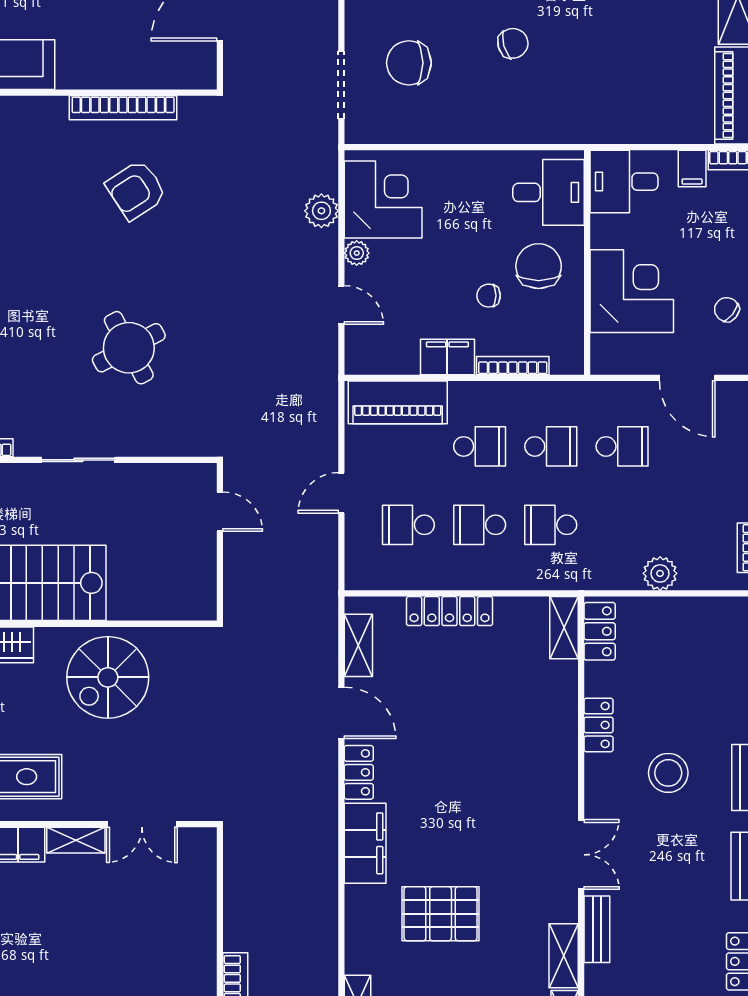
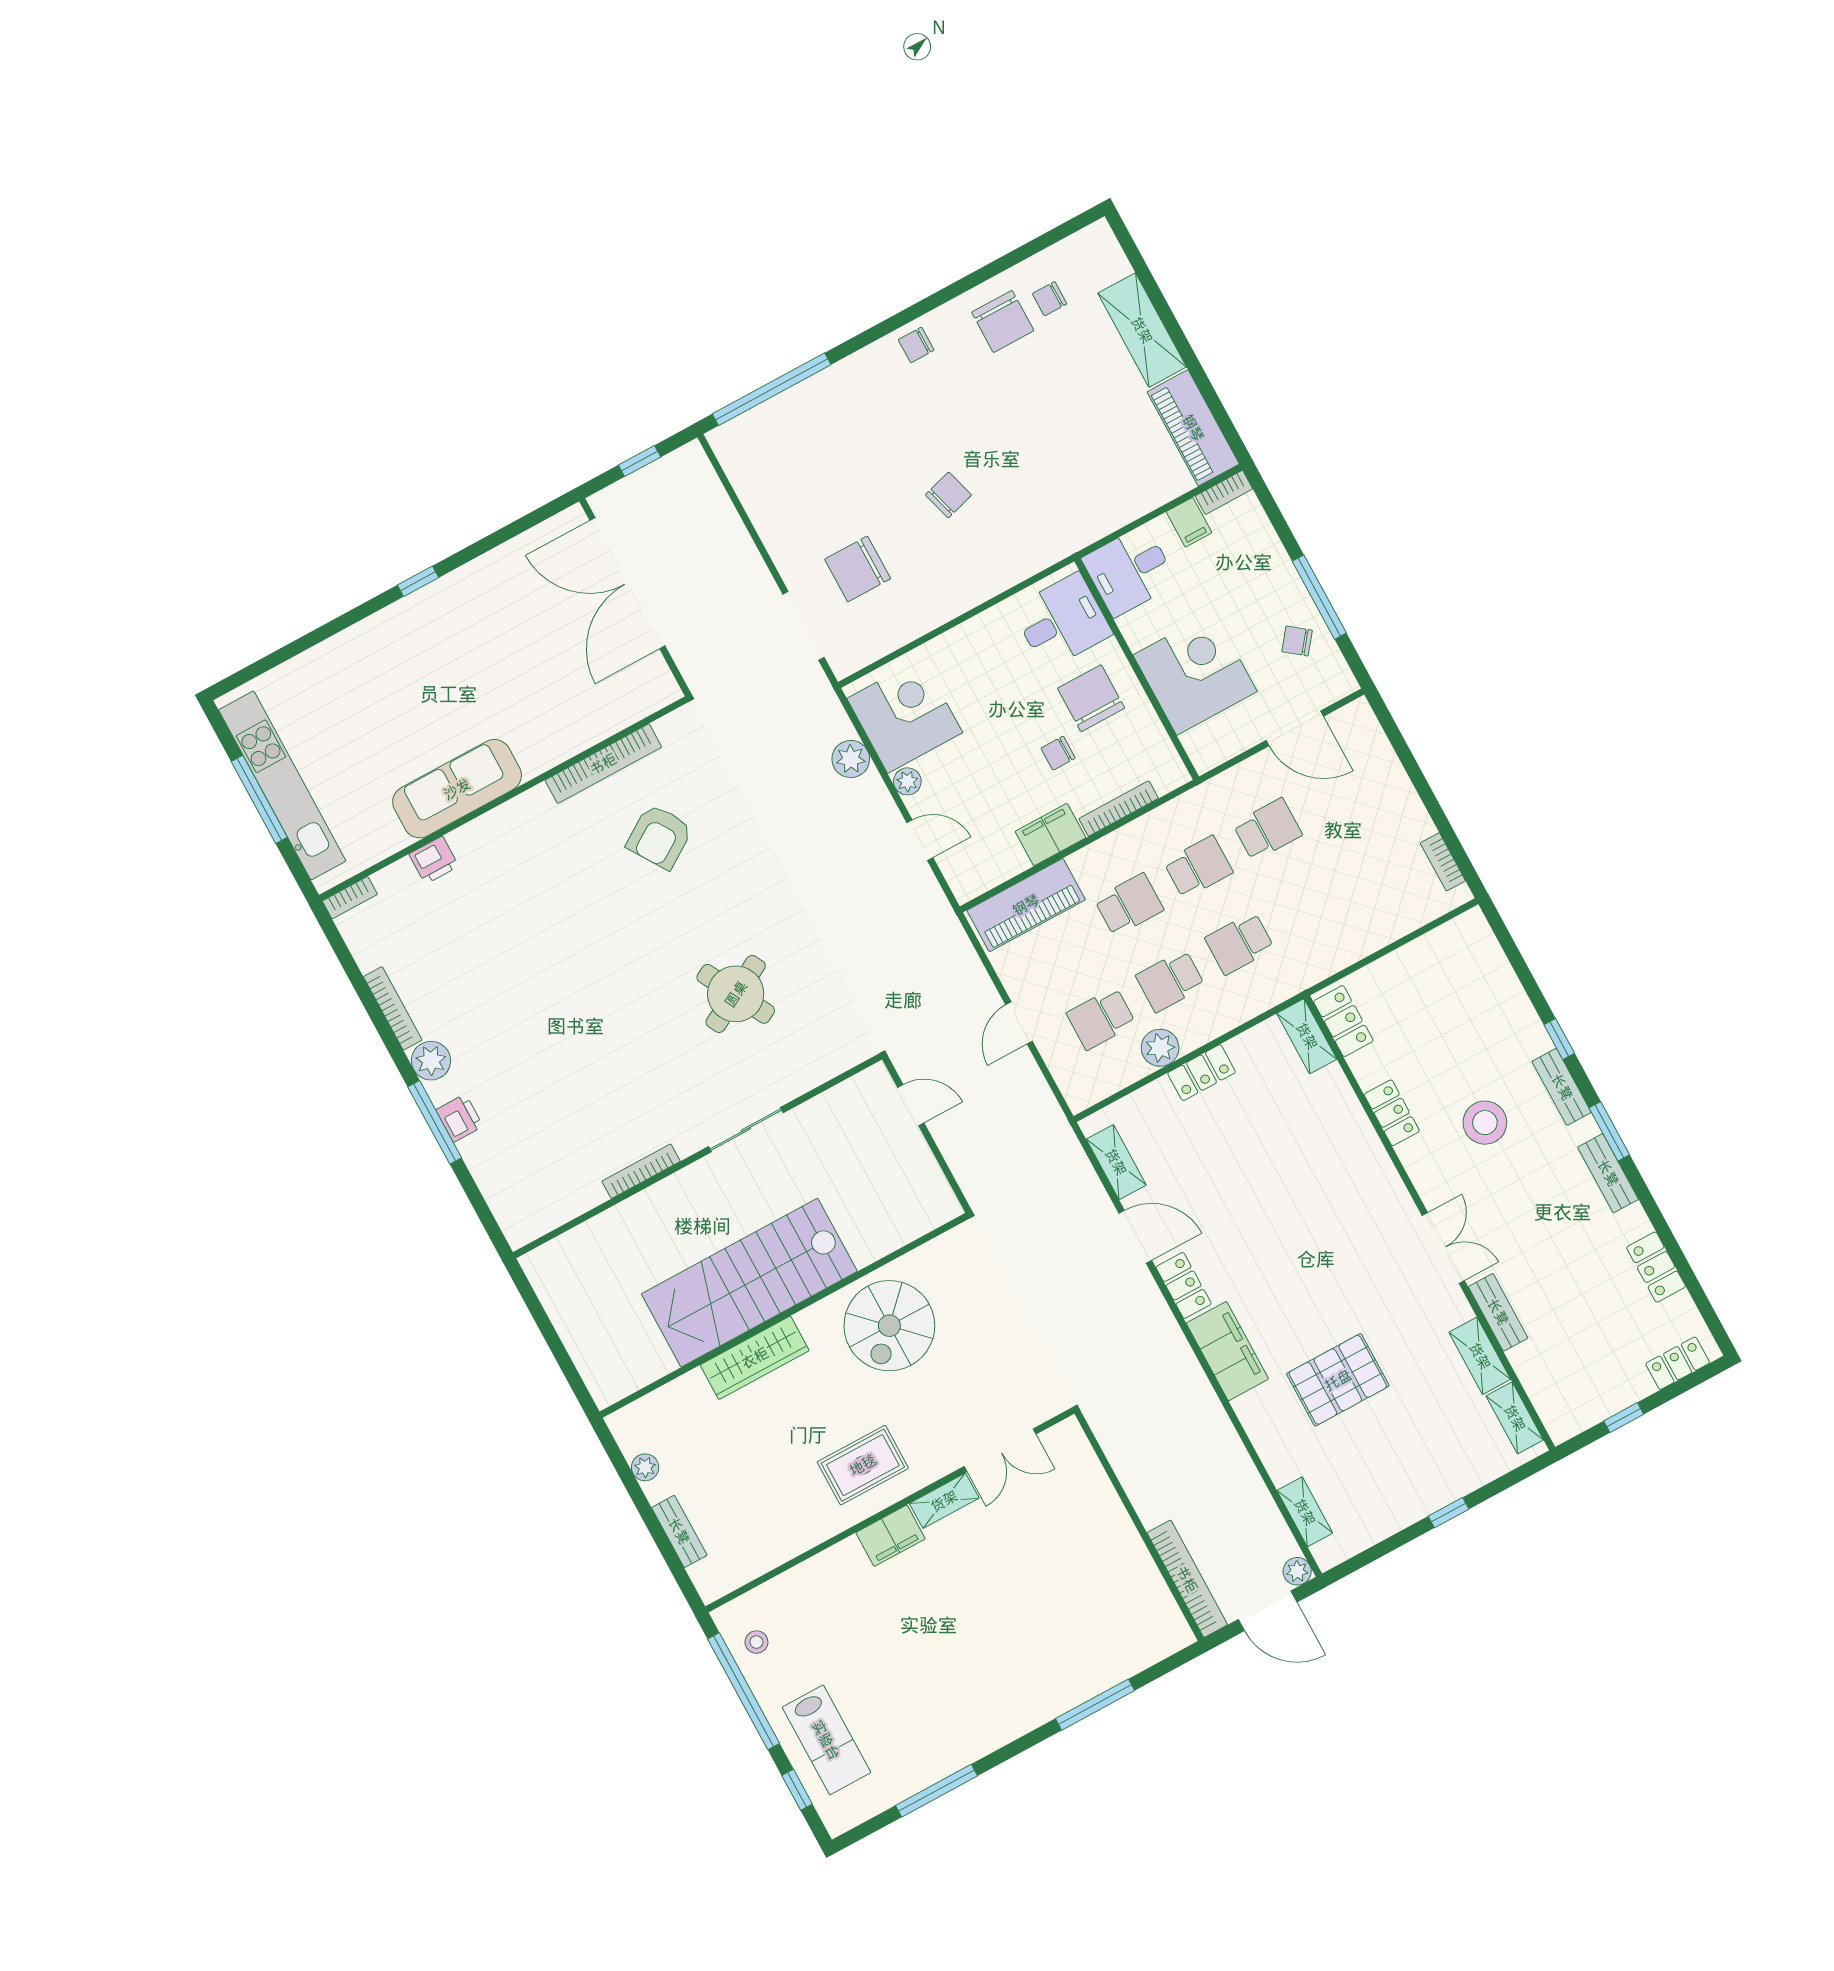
plant: (660, 573) -> (1160, 1048), moved
locker: (450, 611) -> (1202, 1073), width x0.66

